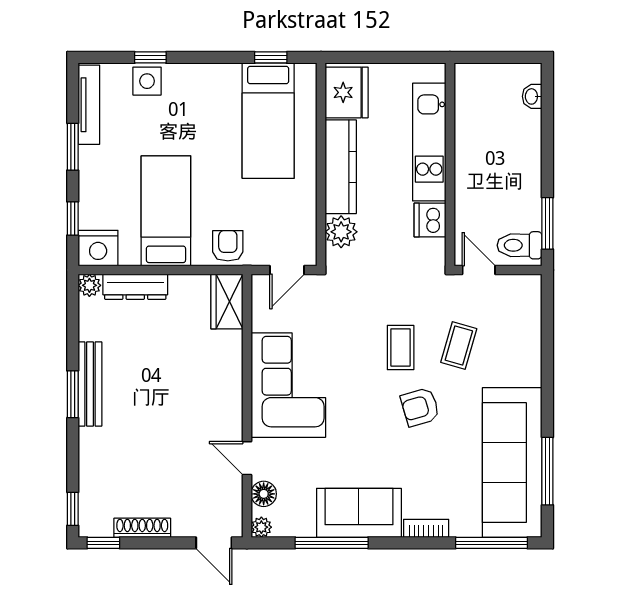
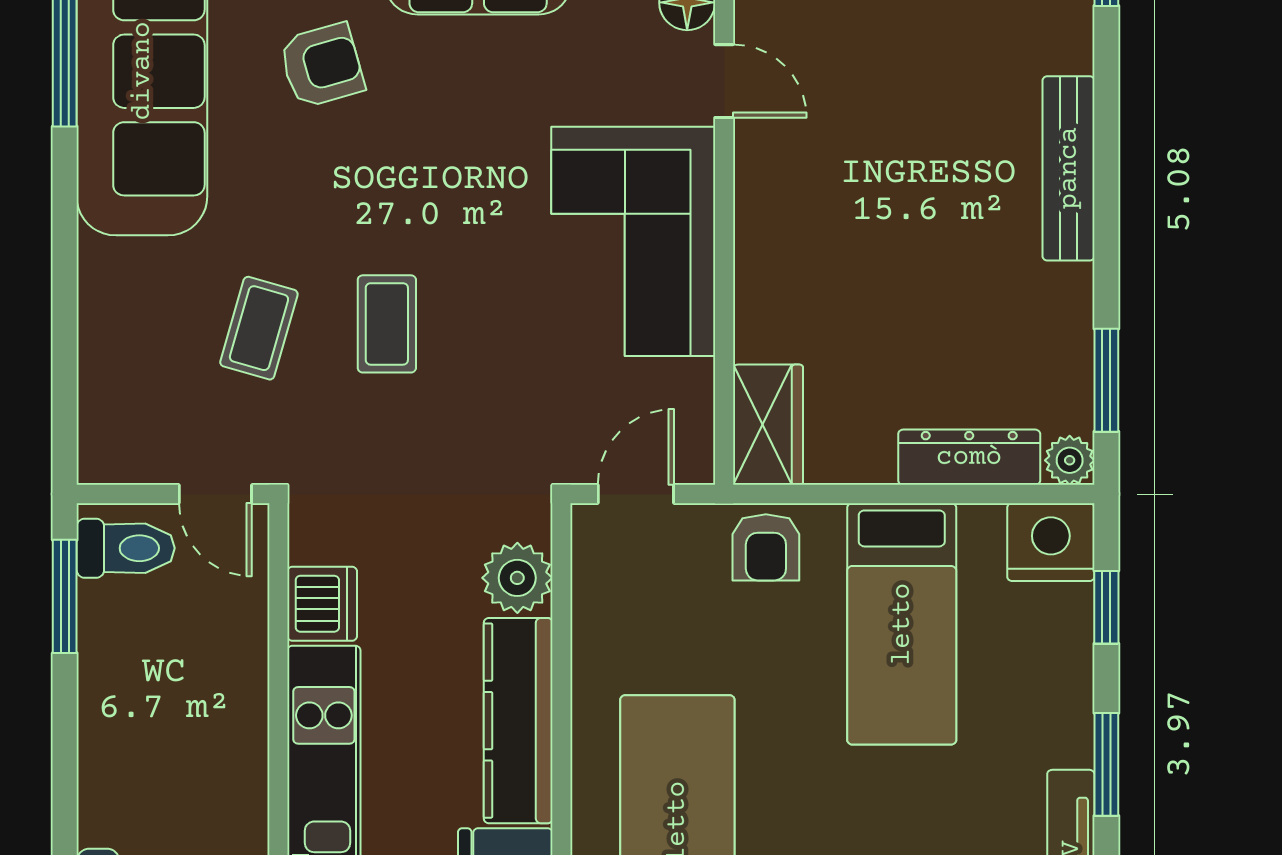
bench: (90, 384) -> (1069, 168), moved
window: (73, 394) -> (1106, 380), moved
armchair: (420, 407) -> (322, 65), moved

